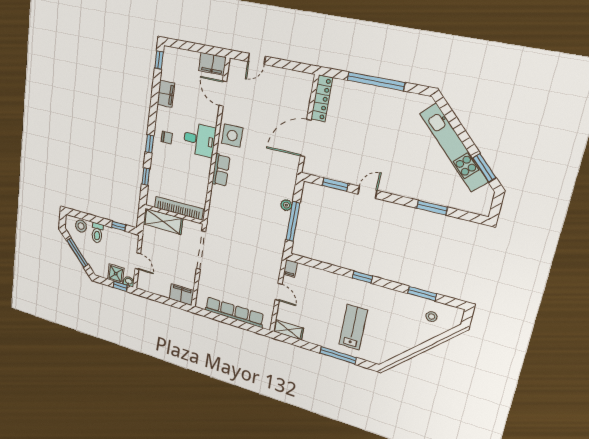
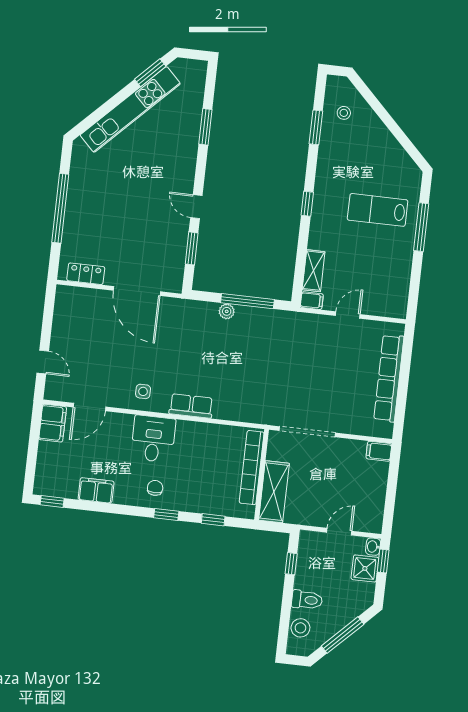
locker: (322, 99) -> (86, 274), width x0.66
side table: (232, 136) -> (143, 391), width x0.54, depth x0.54
filing cabinet: (181, 295) -> (379, 451), width x0.50
shelving: (288, 330) -> (314, 271), moved

